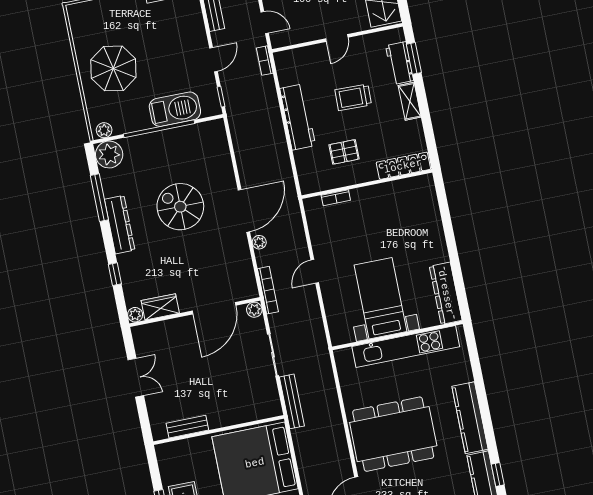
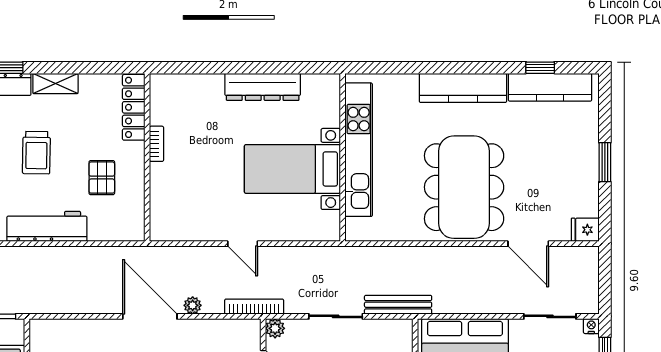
bookcase: (336, 198) -> (157, 144), moved
dresser: (446, 293) -> (263, 87), moved

